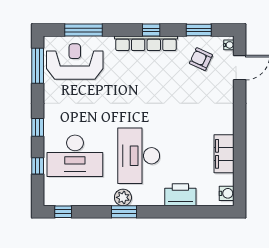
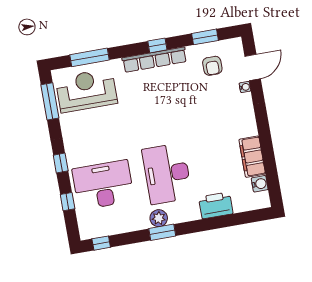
water cooler: (229, 45) -> (245, 87), moved
armchair: (201, 59) -> (212, 66), turned -115
desk: (75, 156) -> (103, 185), turned 180
water cooler: (227, 193) -> (260, 184), moved

